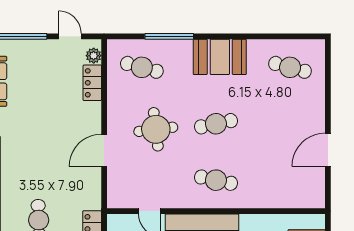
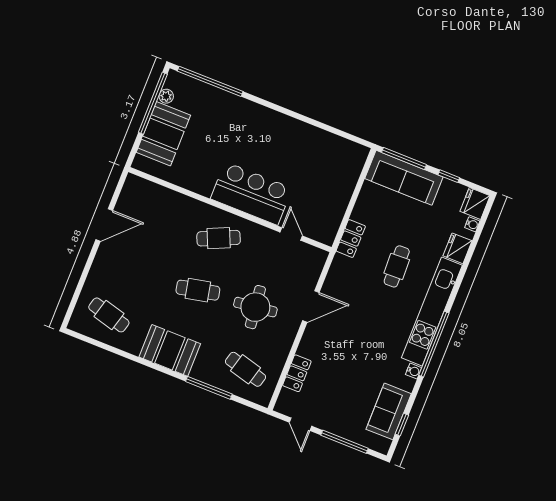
plant: (94, 56) -> (286, 398), removed
cafe table: (216, 180) -> (219, 238), turned -36

